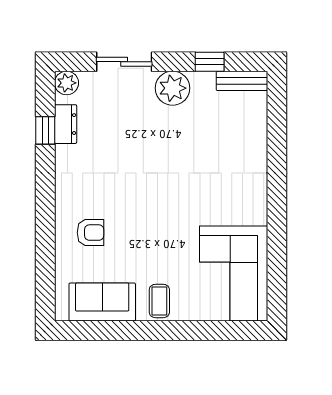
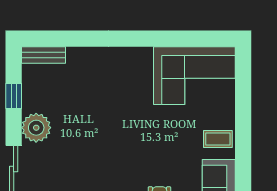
bench: (242, 81) -> (43, 55), moved, turned 90

